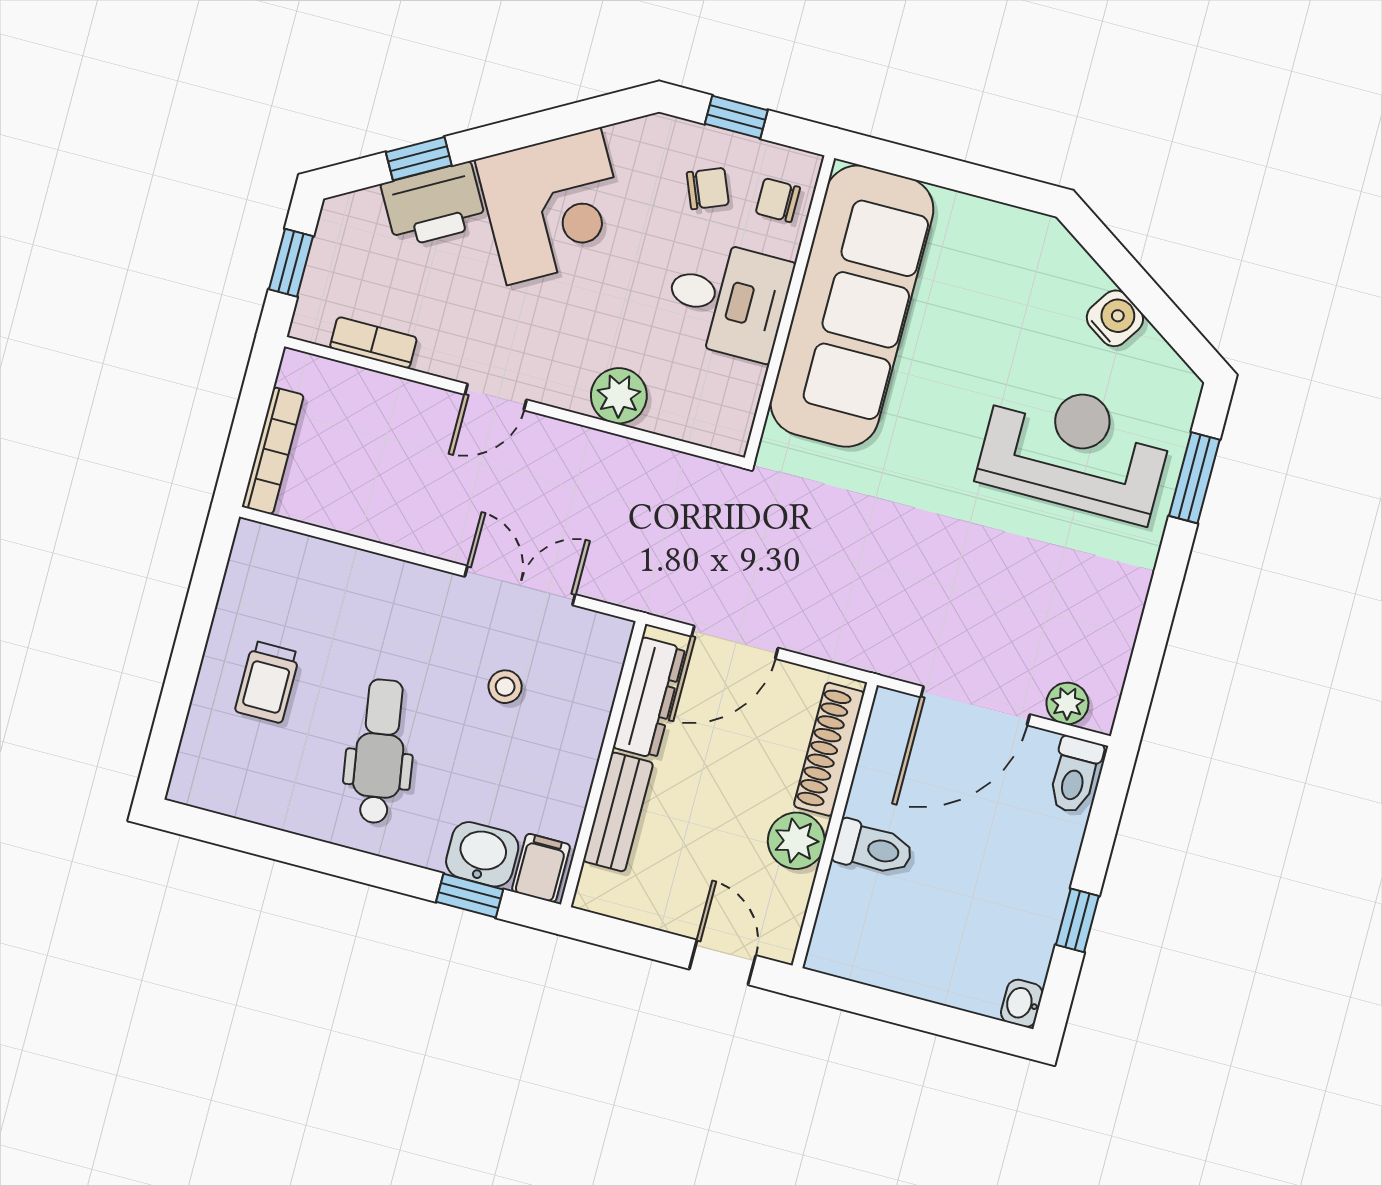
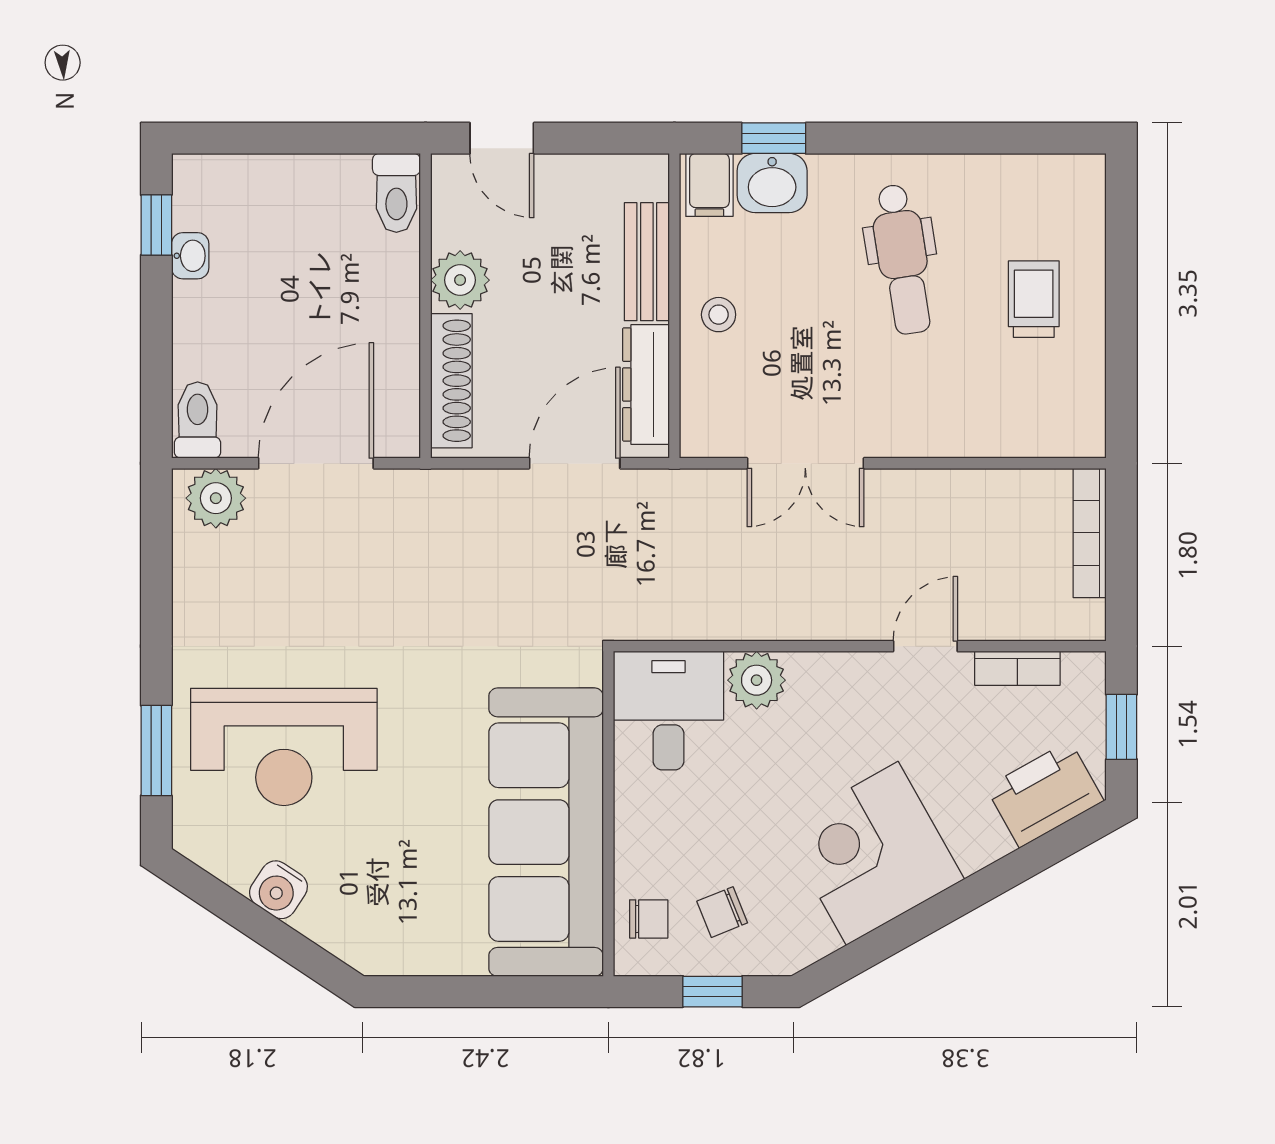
window: (419, 159) -> (1021, 865), removed
printer: (434, 205) -> (1045, 794), moved
desk: (728, 300) -> (668, 711), moved, turned 90
door: (496, 397) -> (925, 646), moved
stool: (505, 687) -> (719, 315), moved
plant: (1067, 703) -> (216, 498), width x1.38, depth x1.38
toilet: (873, 848) -> (396, 193), moved, turned -90
window: (1077, 920) -> (156, 225), moved
washbasin: (1022, 1003) -> (190, 256), moved

